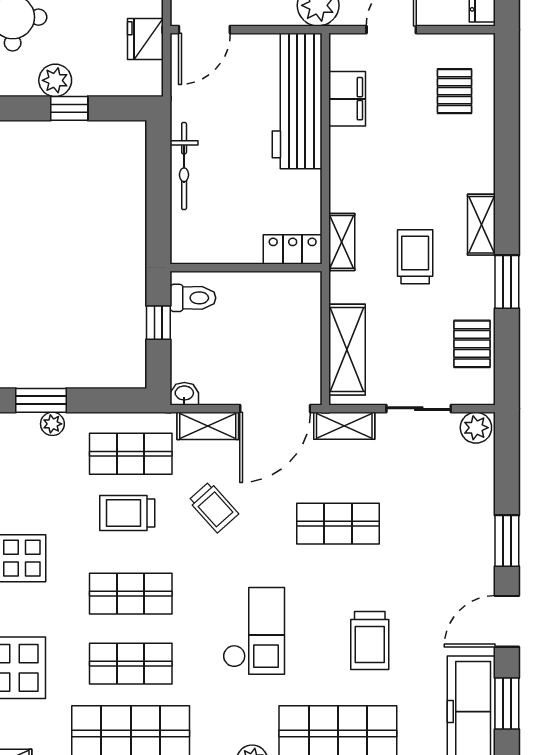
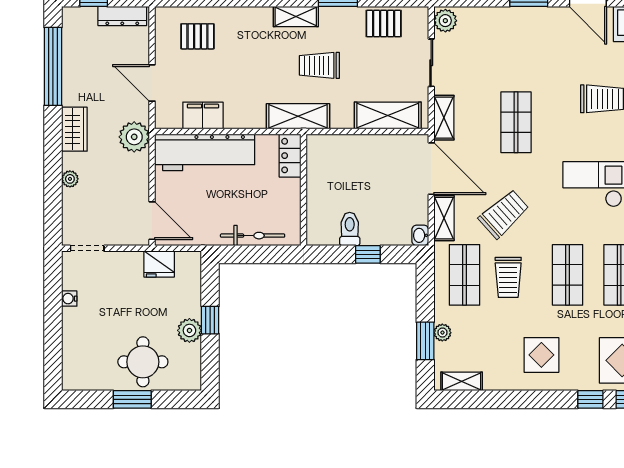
shelving: (342, 242) -> (298, 116), width x1.50, depth x1.33
locker: (293, 249) -> (290, 156), moved
wall: (246, 268) -> (304, 190), moved
trolley: (213, 507) -> (504, 214), width x1.36, depth x1.39

